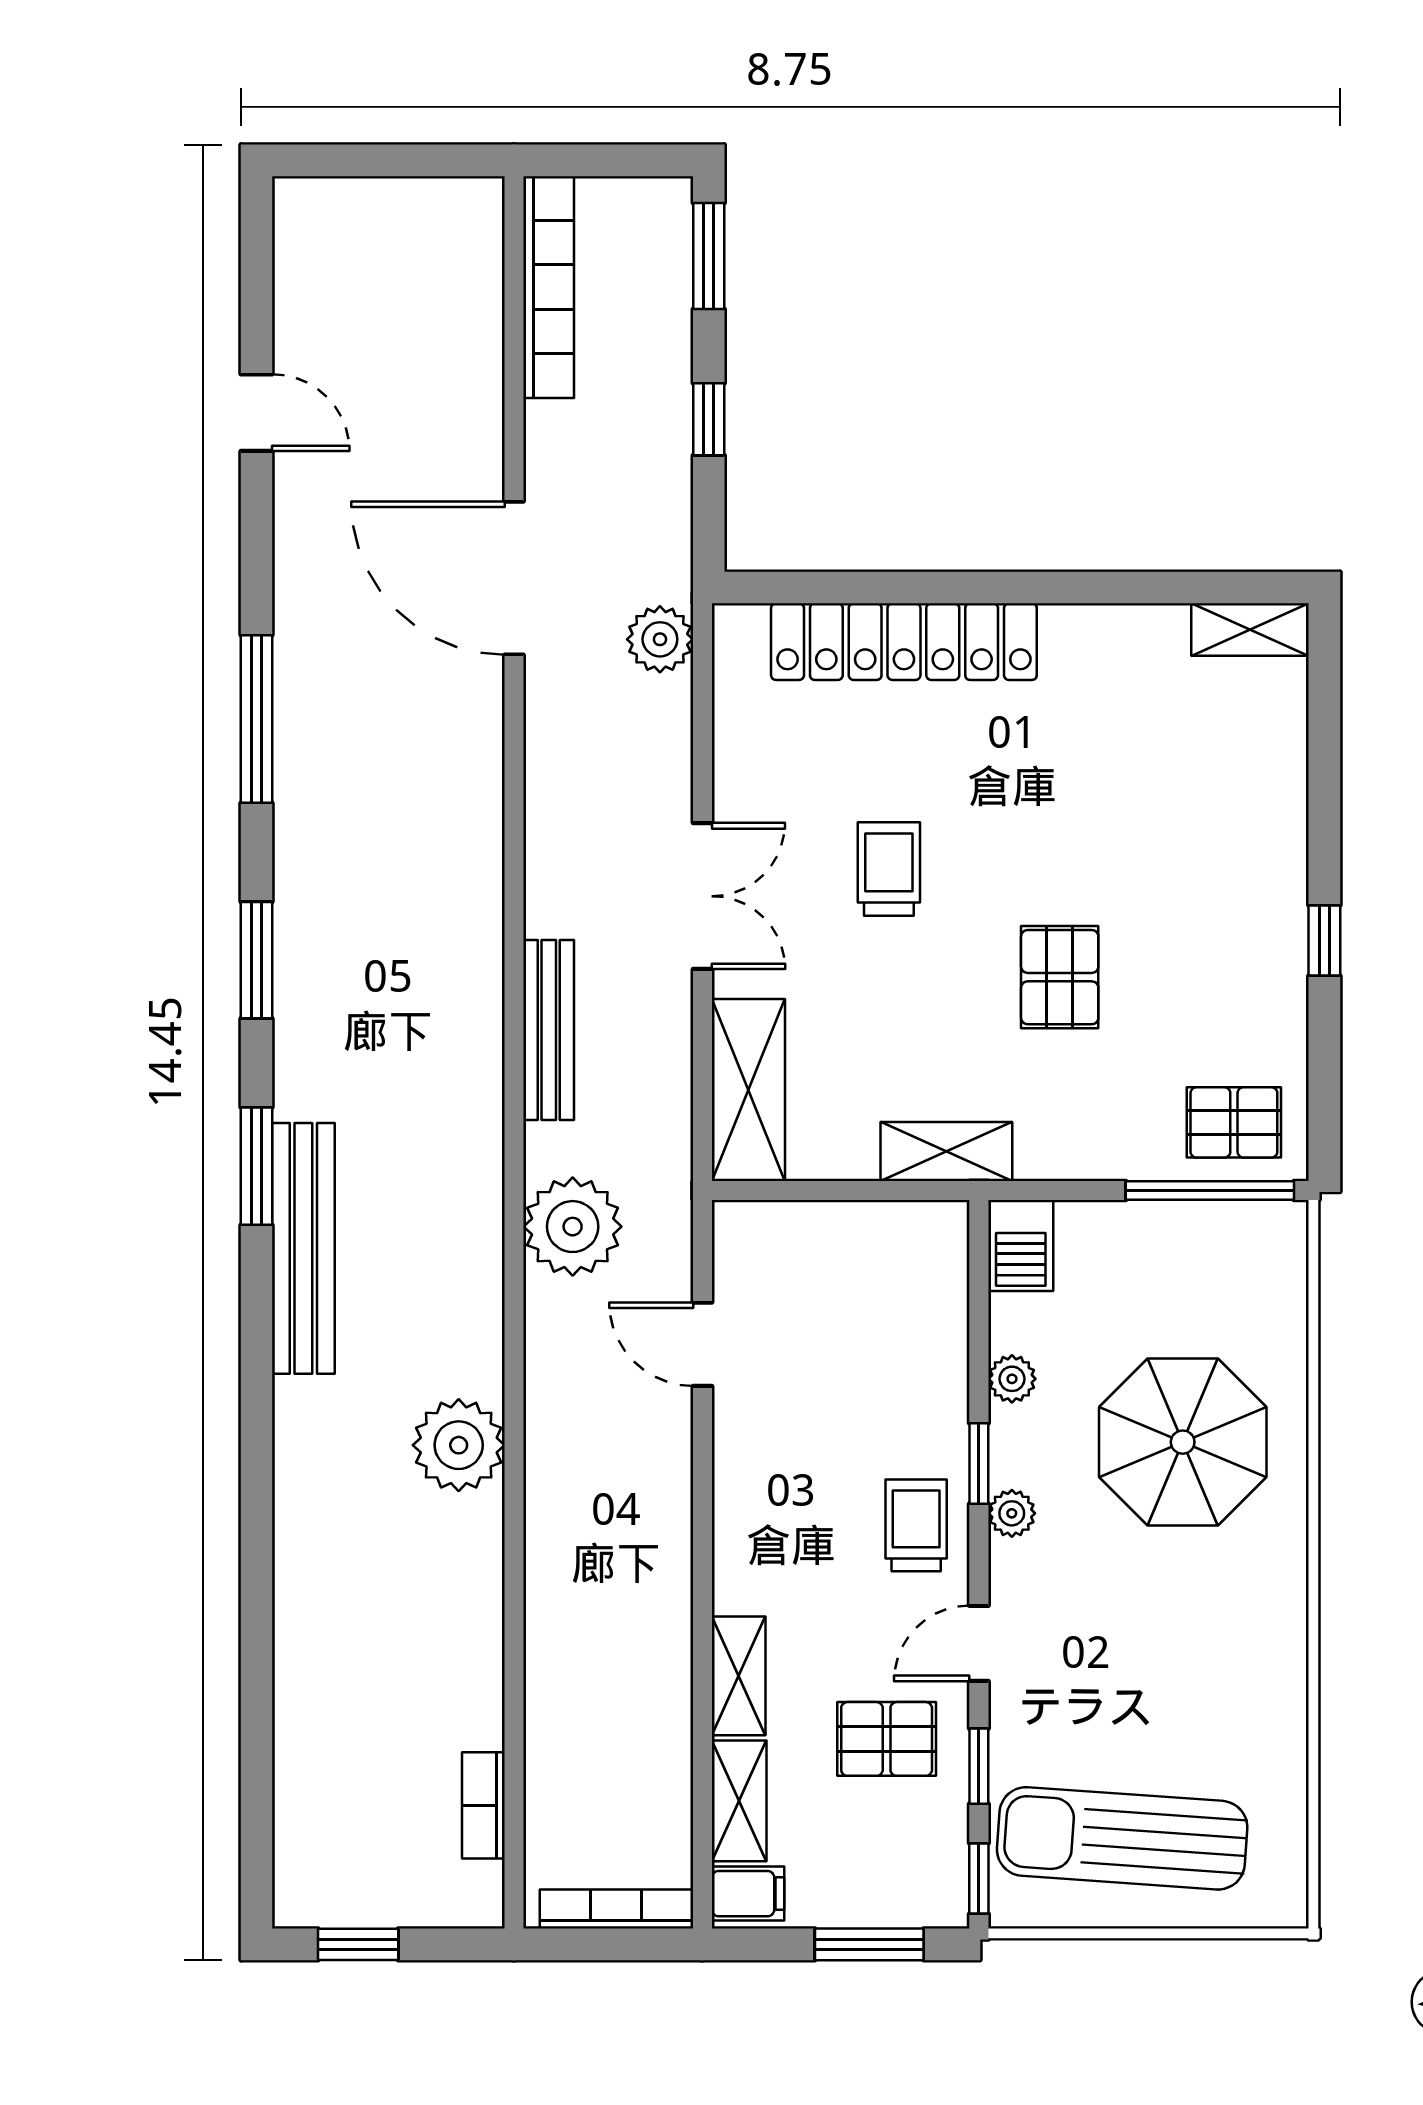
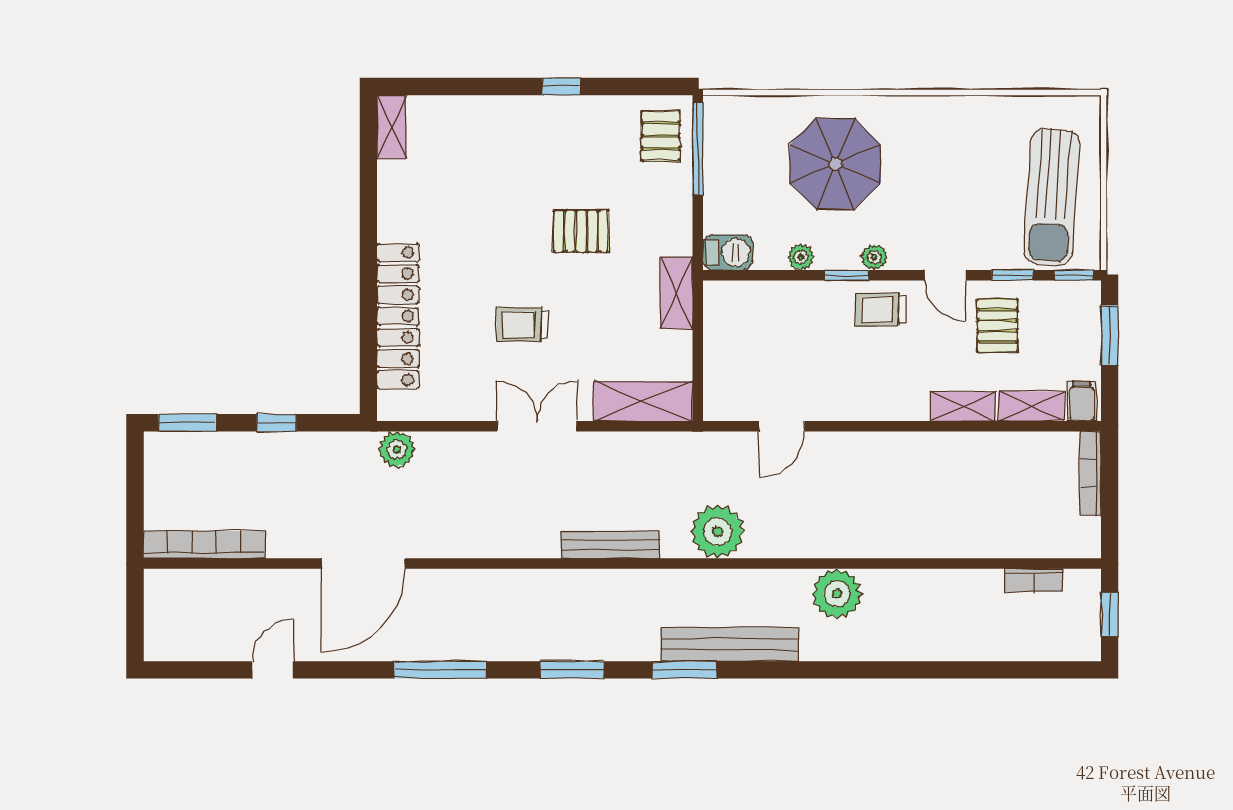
bookcase: (549, 287) -> (204, 545), moved
door: (514, 578) -> (363, 563), moved
bench: (549, 1030) -> (610, 545), moved
wall: (514, 1052) -> (622, 563), moved
plant: (573, 1227) -> (718, 532), moved
plant: (459, 1445) -> (837, 594), moved
bookcase: (483, 1805) -> (1034, 580), moved

